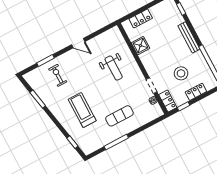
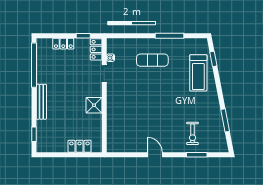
shower: (140, 46) -> (94, 105), moved
weight bench: (114, 68) -> (133, 111), removed
stool: (181, 73) -> (68, 70), removed
treadmill: (82, 110) -> (198, 73), moved

